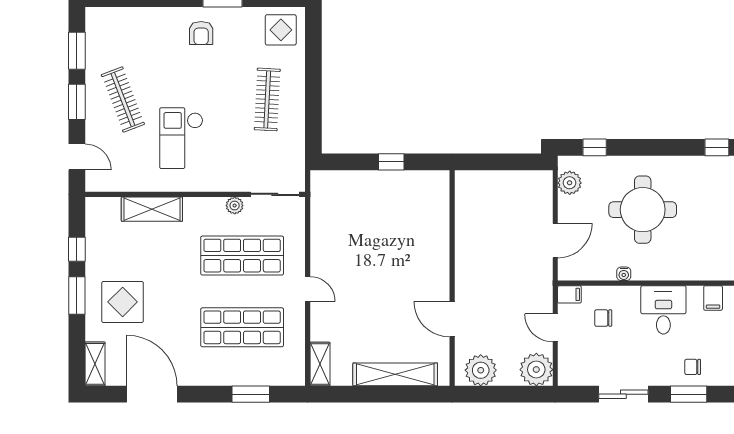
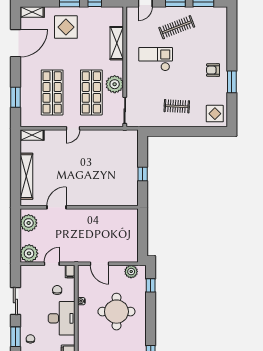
clothes rail: (267, 99) -> (177, 106), width x0.73
plant: (235, 206) -> (115, 84), width x1.88, depth x1.88
desk: (663, 310) -> (62, 318), width x1.37

